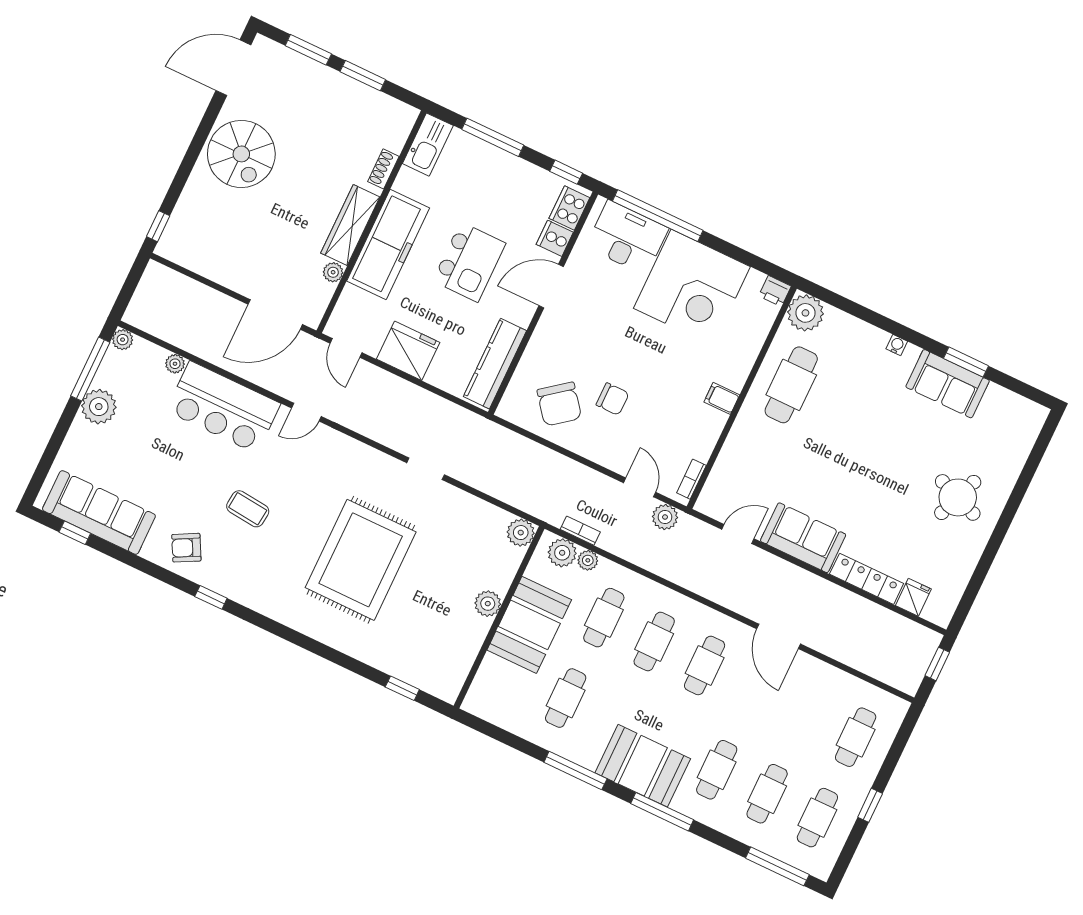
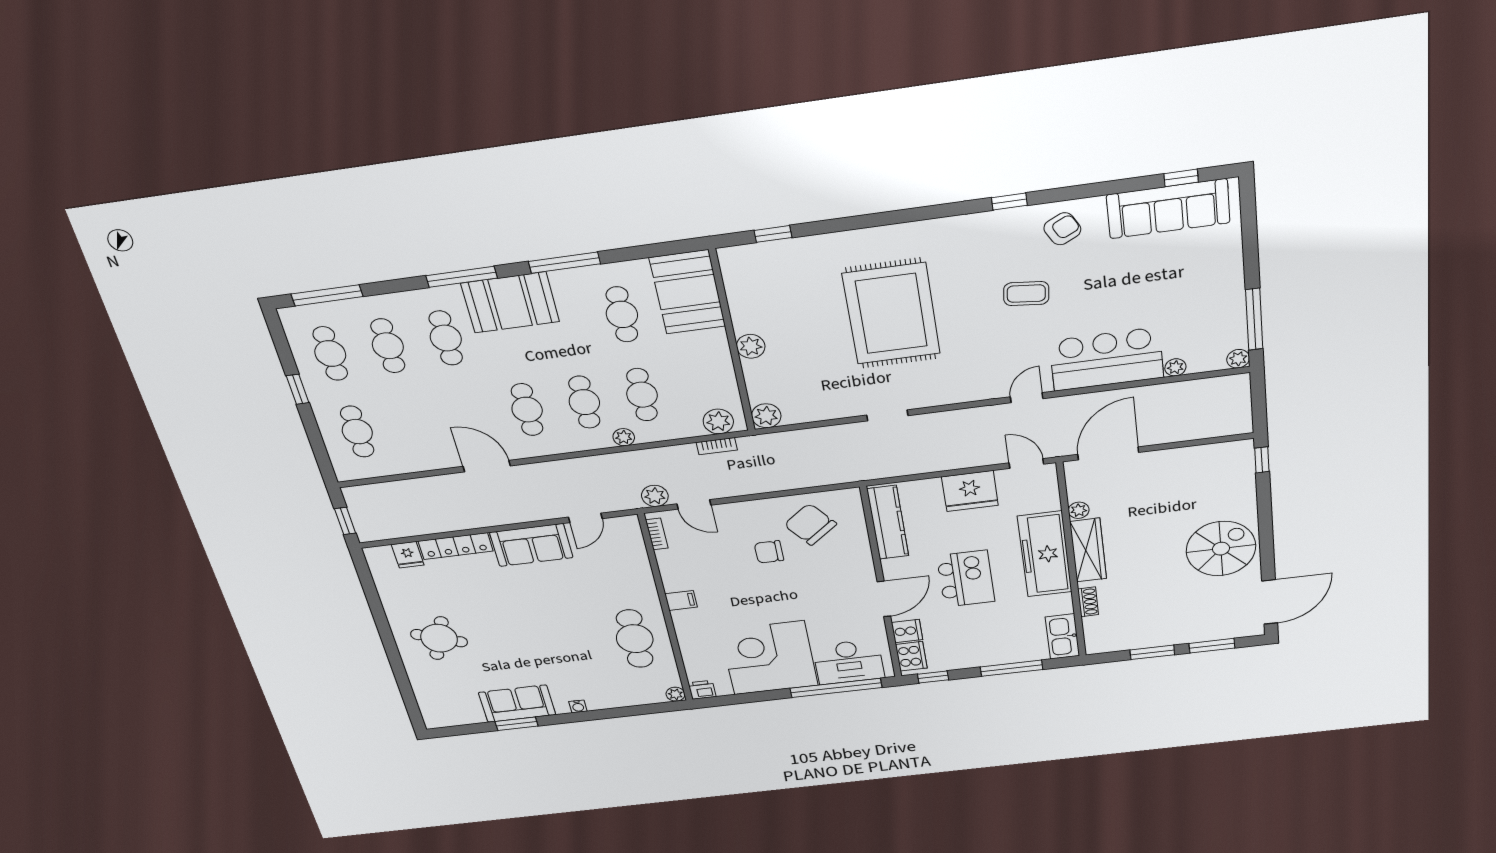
spiral stairs: (241, 154) -> (1221, 549), turned 90
kitchen island: (469, 262) -> (966, 579), turned 180
plant: (805, 313) -> (676, 694), width x0.53, depth x0.53
plant: (99, 407) -> (1226, 294), removed
plant: (588, 560) -> (624, 437), moved
booth: (529, 625) -> (687, 292), moved

